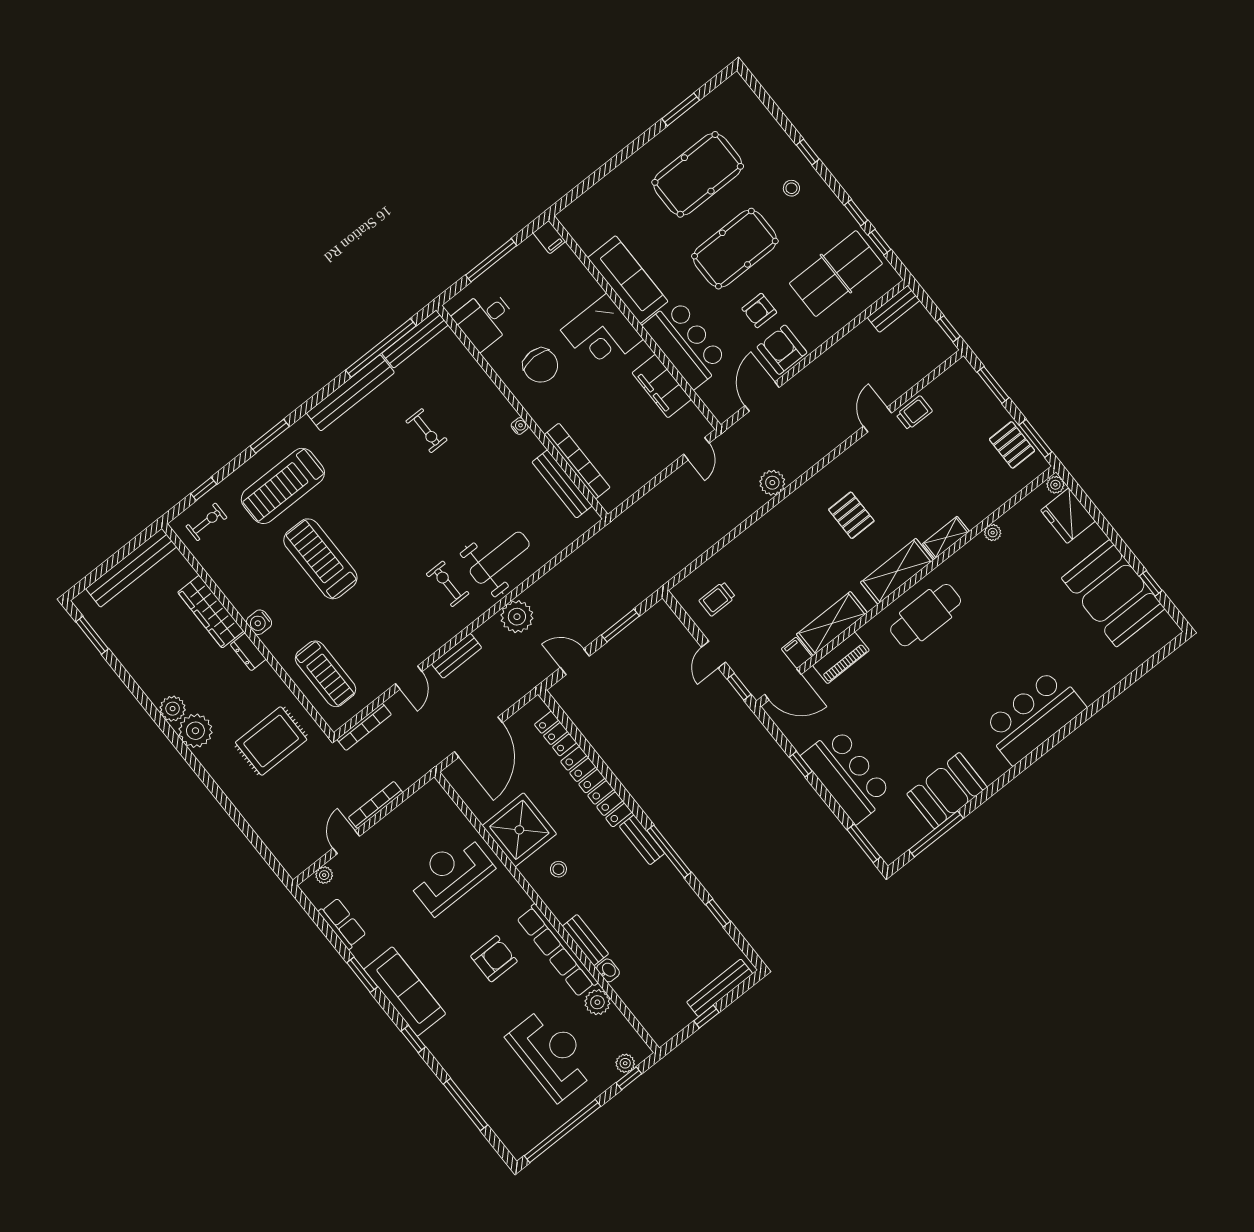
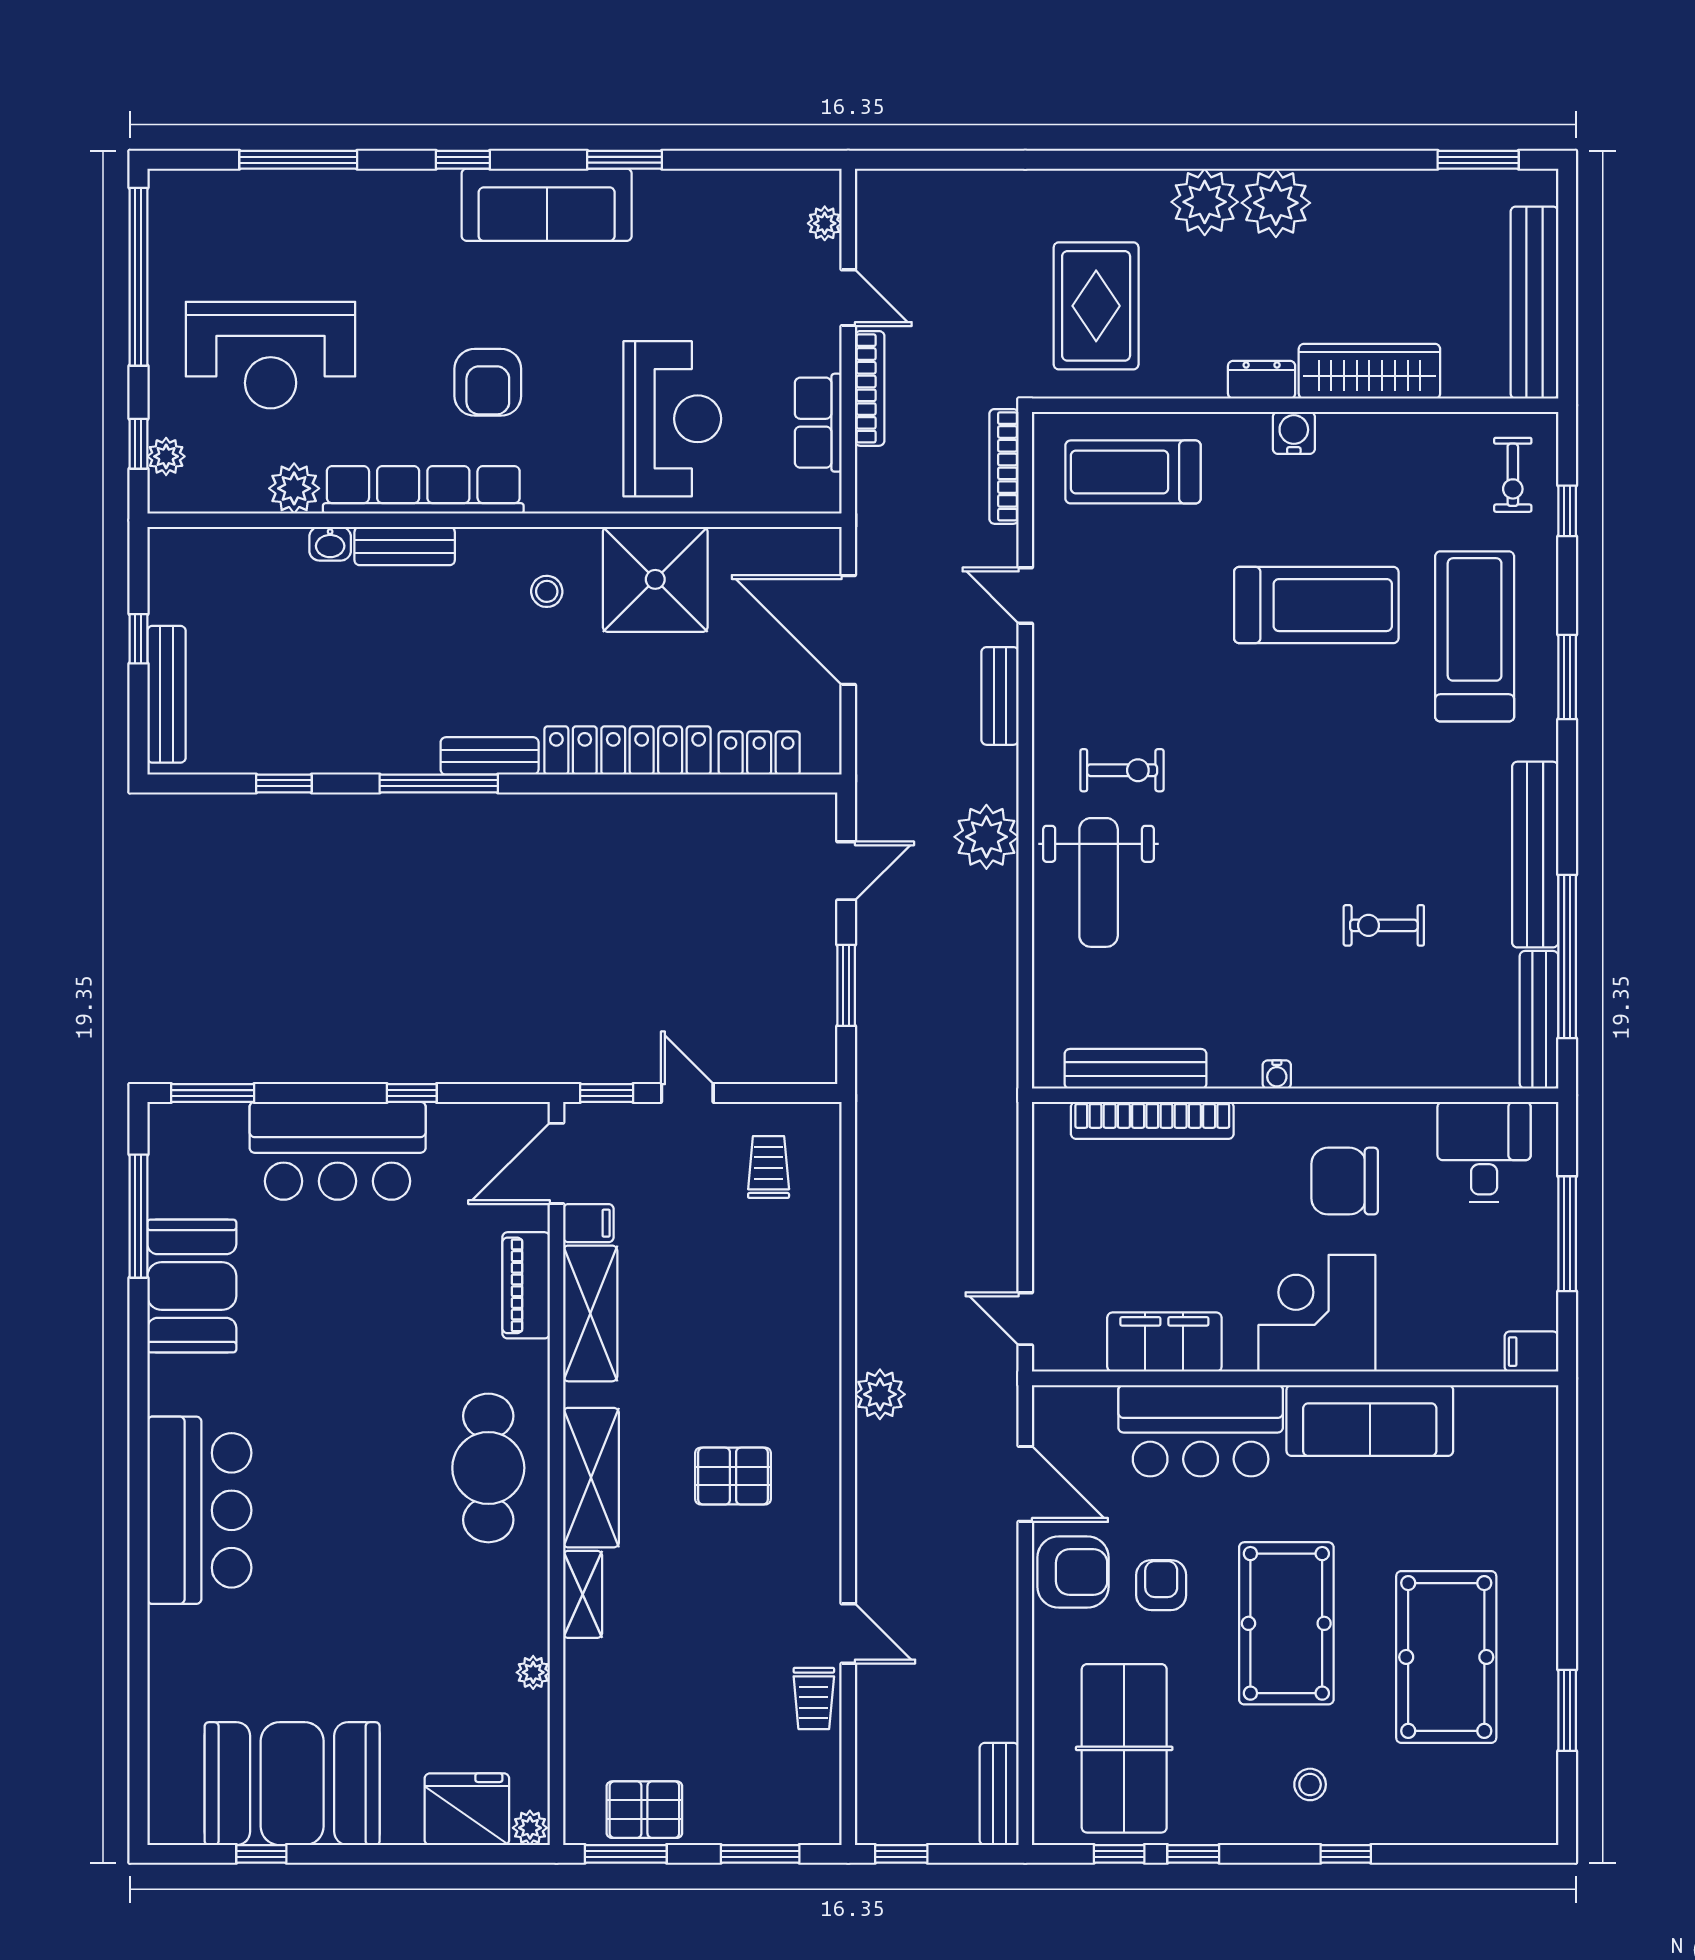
plant: (173, 709) -> (1276, 203), width x1.36, depth x1.36
row of seats: (342, 923) -> (818, 423), moved, turned 90

